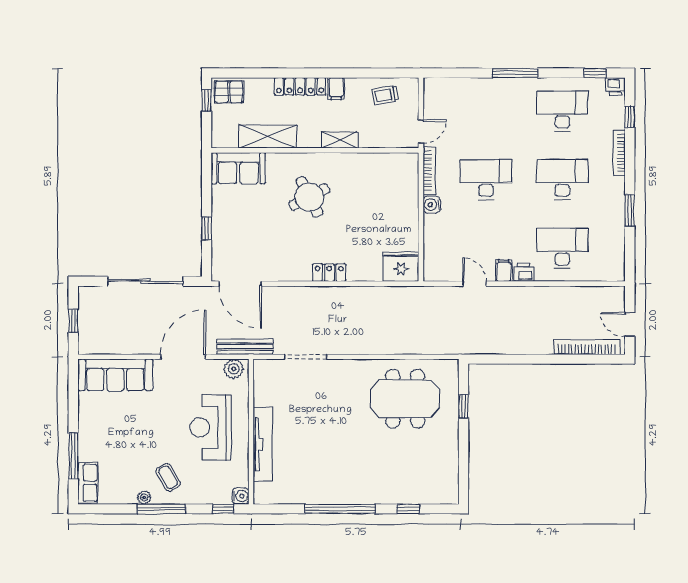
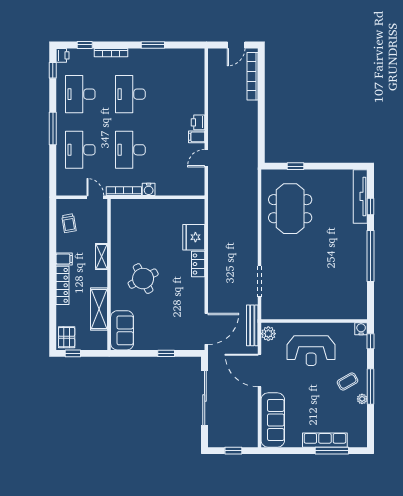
desk: (562, 248) -> (80, 150), moved
fridge: (401, 266) -> (194, 237), moved
tv unit: (263, 444) -> (360, 196), moved, turned -90
row of seats: (88, 483) -> (325, 440), moved, width x1.48

